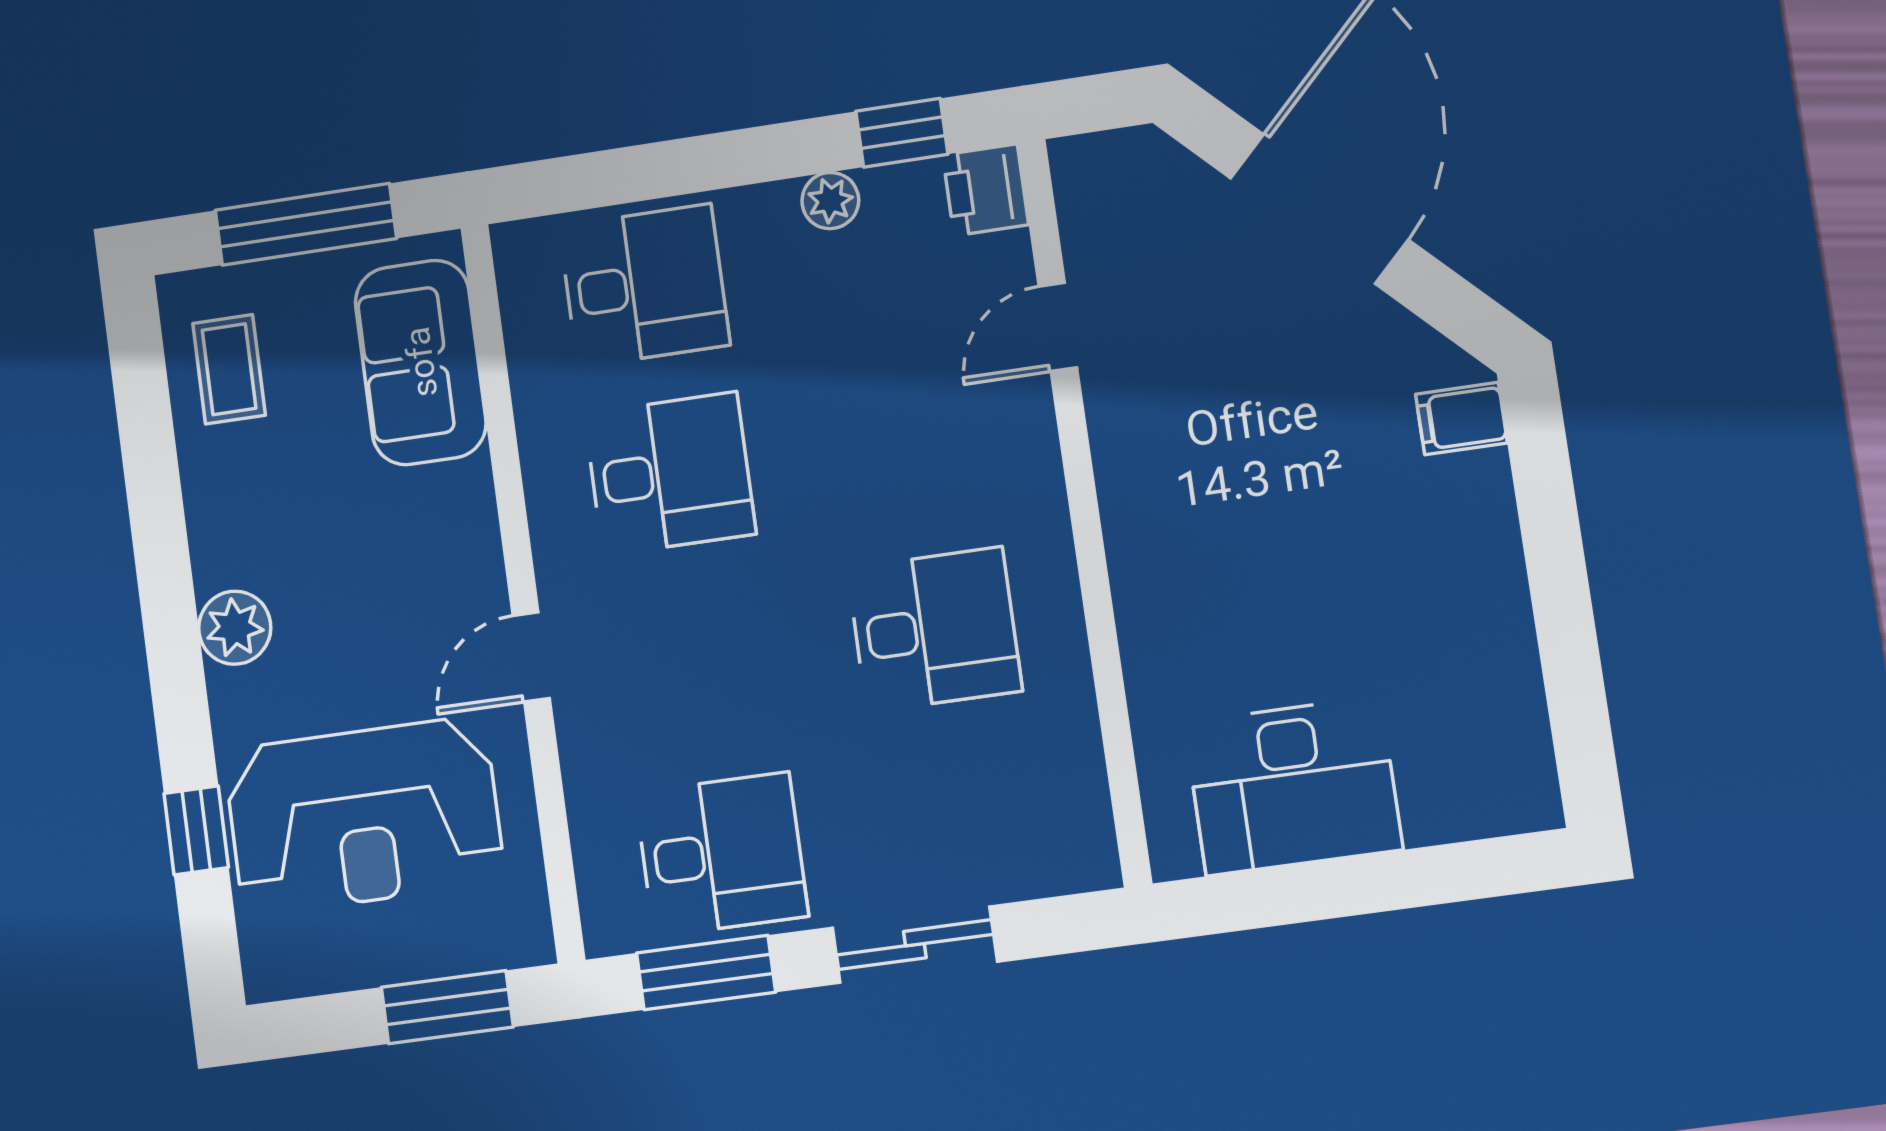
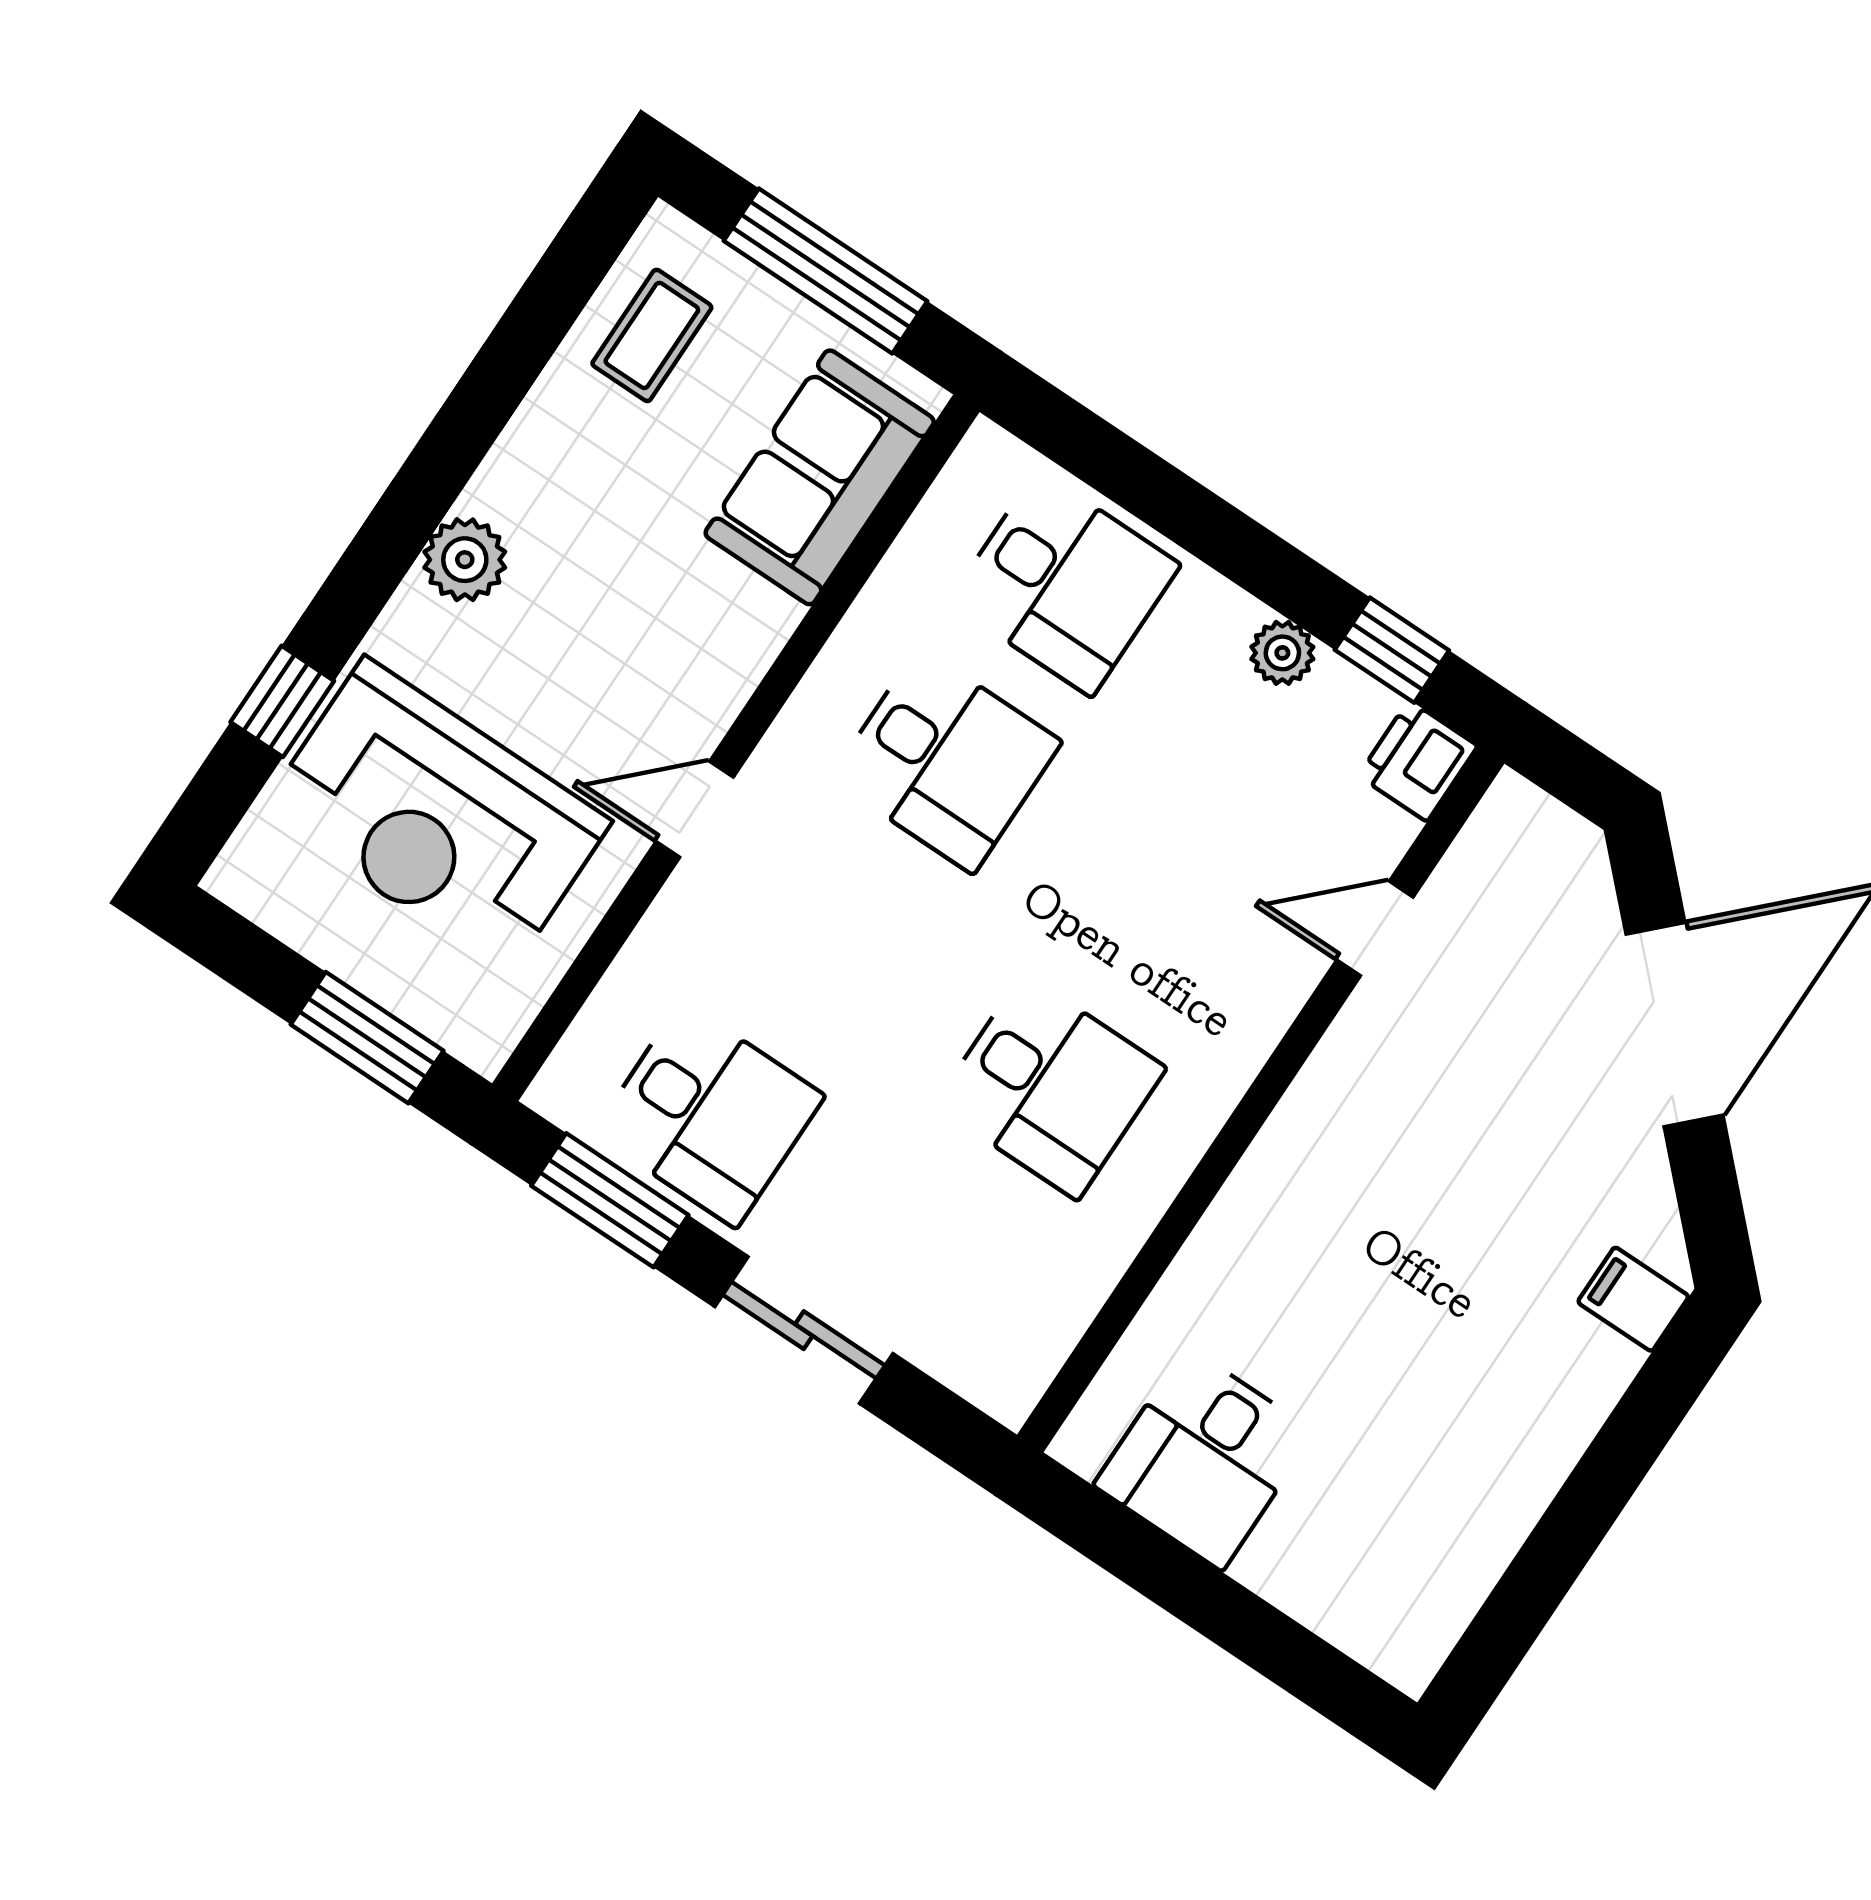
desk: (1293, 786) -> (1204, 1459), width x0.73

